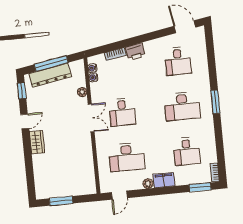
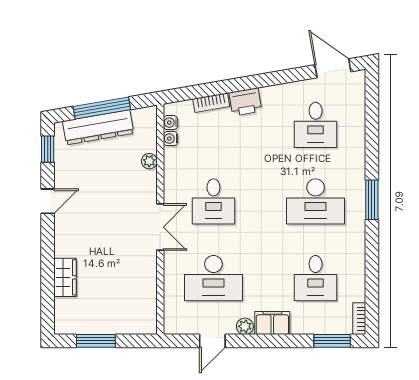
double door: (91, 118) -> (160, 227), moved
wardrobe: (37, 142) -> (65, 277), moved
door: (119, 195) -> (212, 341), moved

